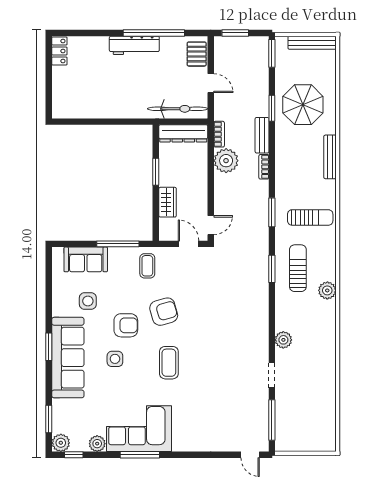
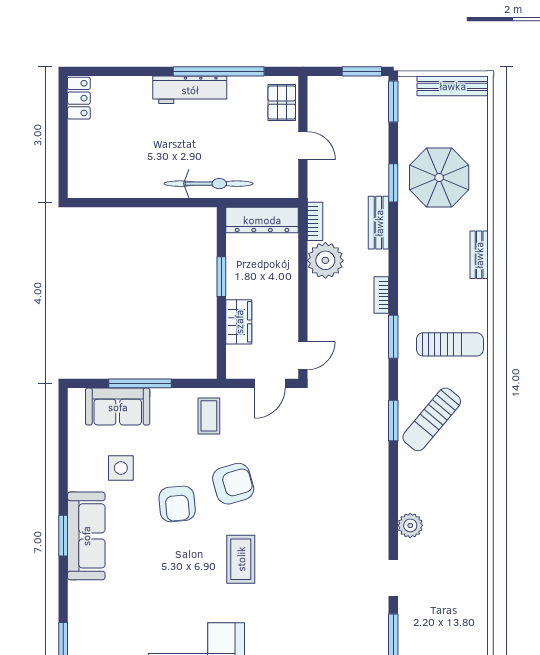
window: (235, 33) -> (362, 71), moved
bicycle: (178, 109) -> (209, 184), moved
bench: (330, 157) -> (479, 255), width x0.73
bookcase: (264, 167) -> (381, 295), moved
window: (118, 244) -> (140, 383), moved
door: (188, 244) -> (270, 383), swing flipped
sun lounger: (298, 268) -> (432, 419), turned -140
plant: (327, 290) -> (475, 452), removed
armchair: (126, 325) -> (177, 504), turned 85
sofa: (68, 358) -> (86, 536), width x0.74, depth x0.79
side table: (115, 359) -> (161, 554), removed

